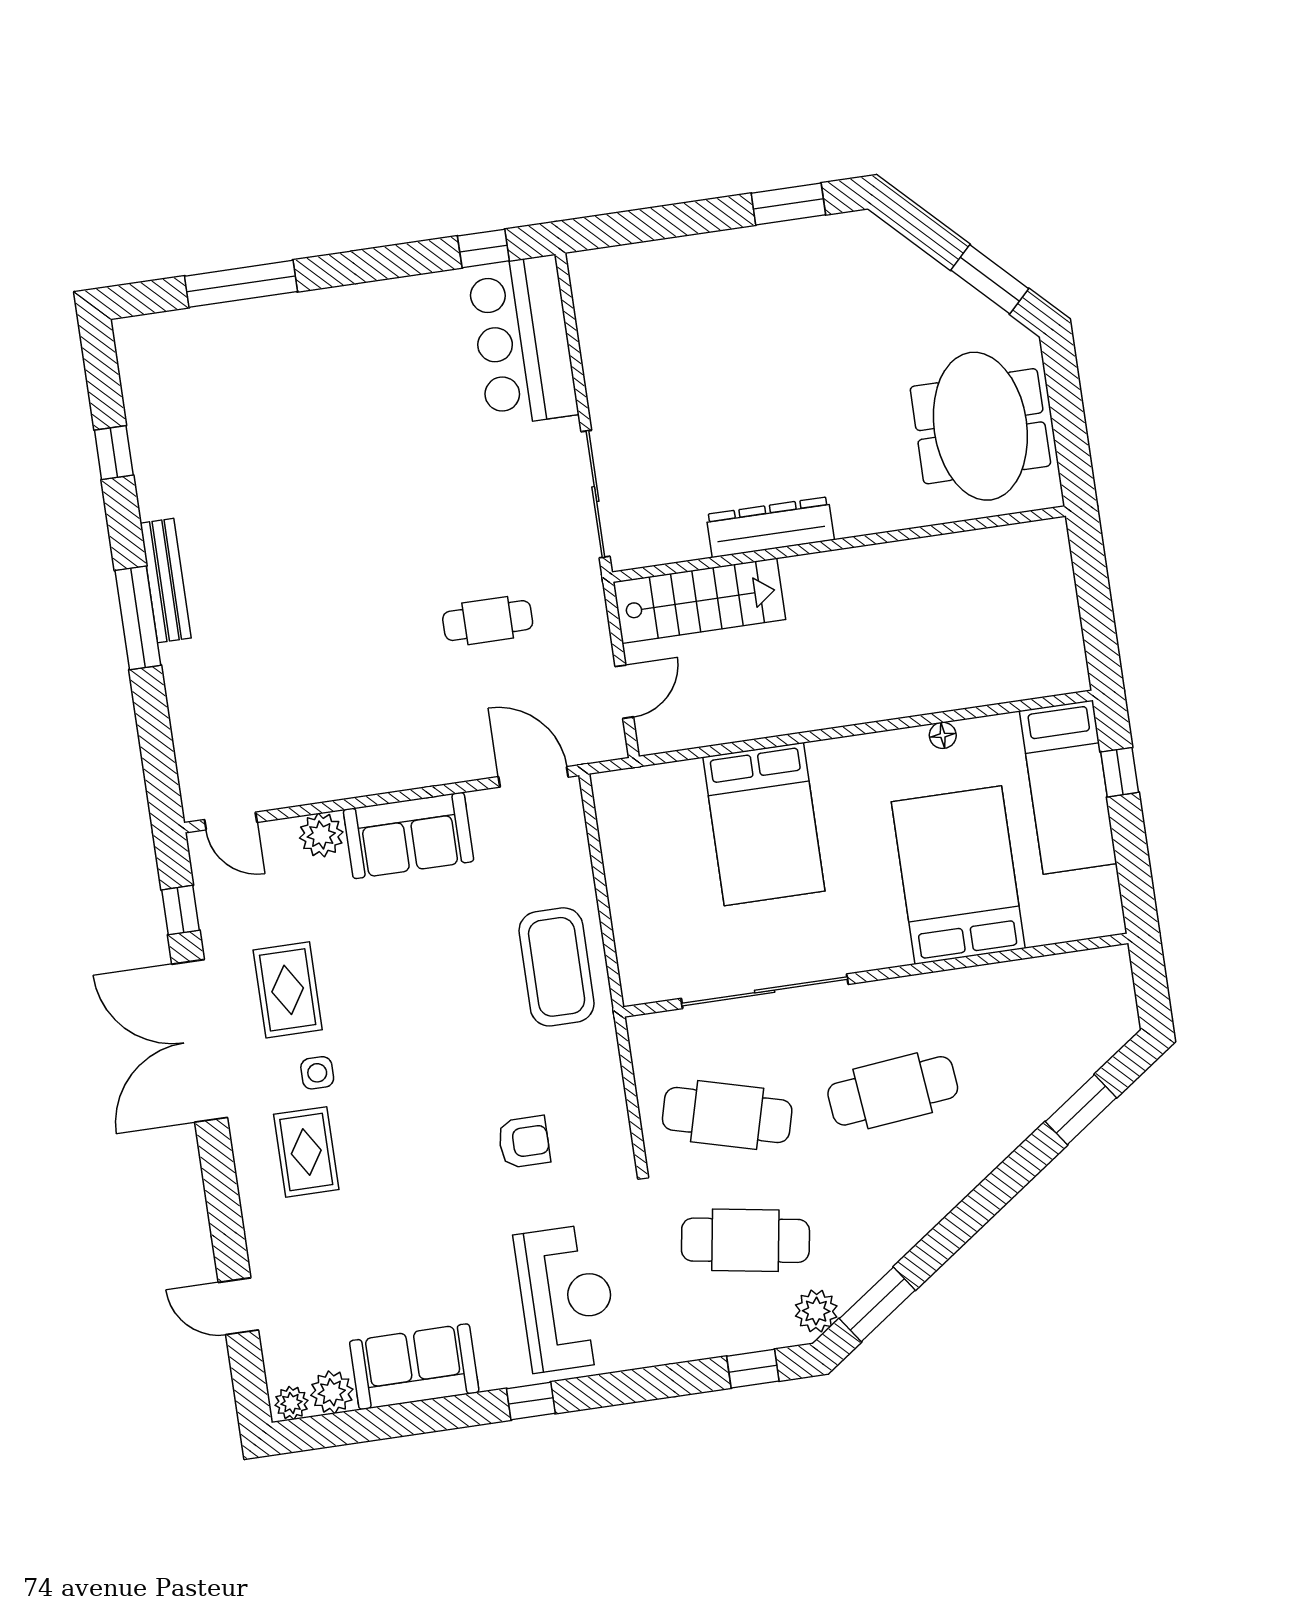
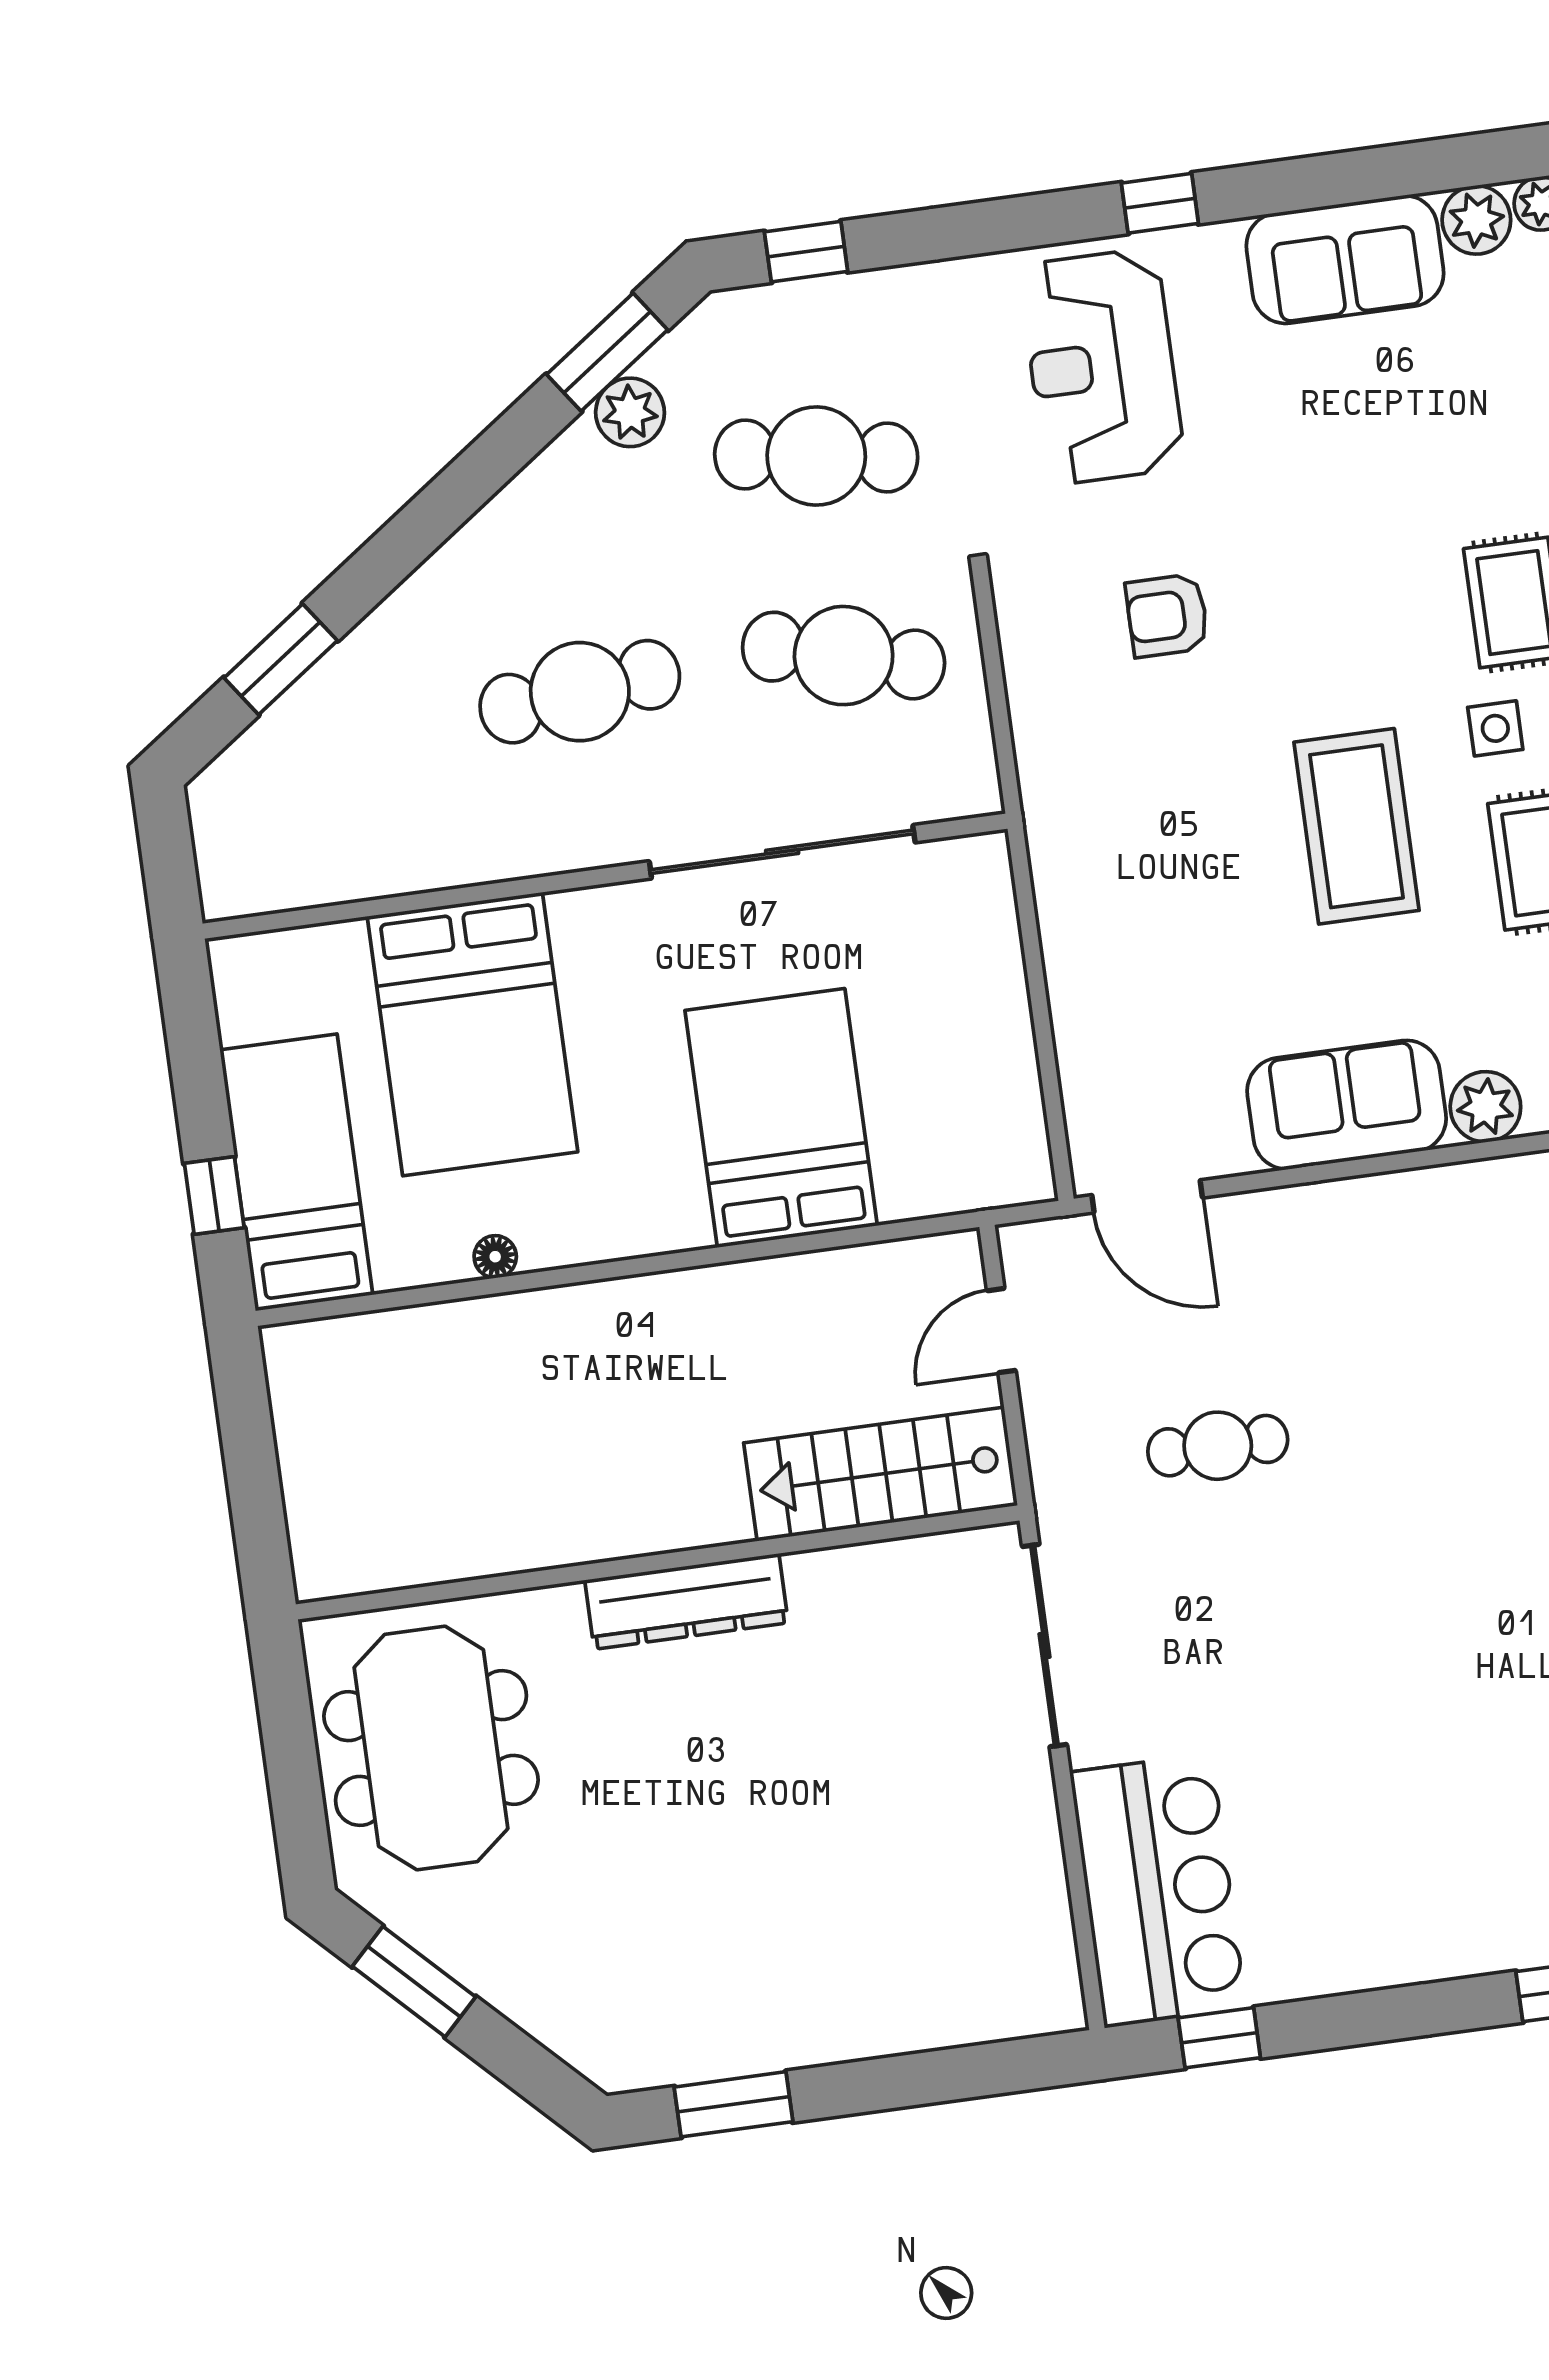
dresser: (770, 527) -> (686, 1601), moved
coffee table: (557, 967) -> (1357, 826), moved
plant: (816, 1311) -> (630, 412), moved

